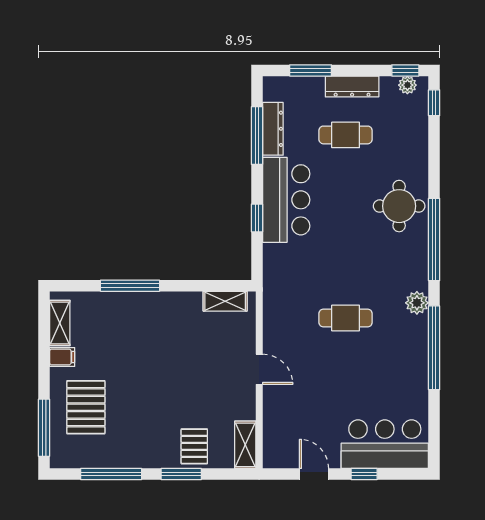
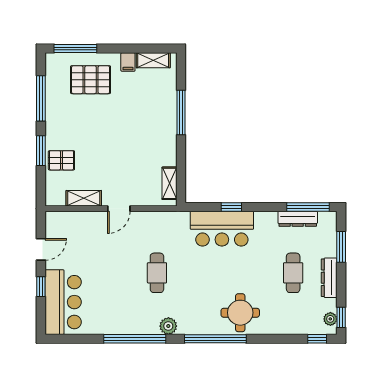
window: (257, 136) -> (308, 207), moved
bar counter: (286, 200) -> (222, 229), moved
shelving: (245, 445) -> (84, 198), moved

